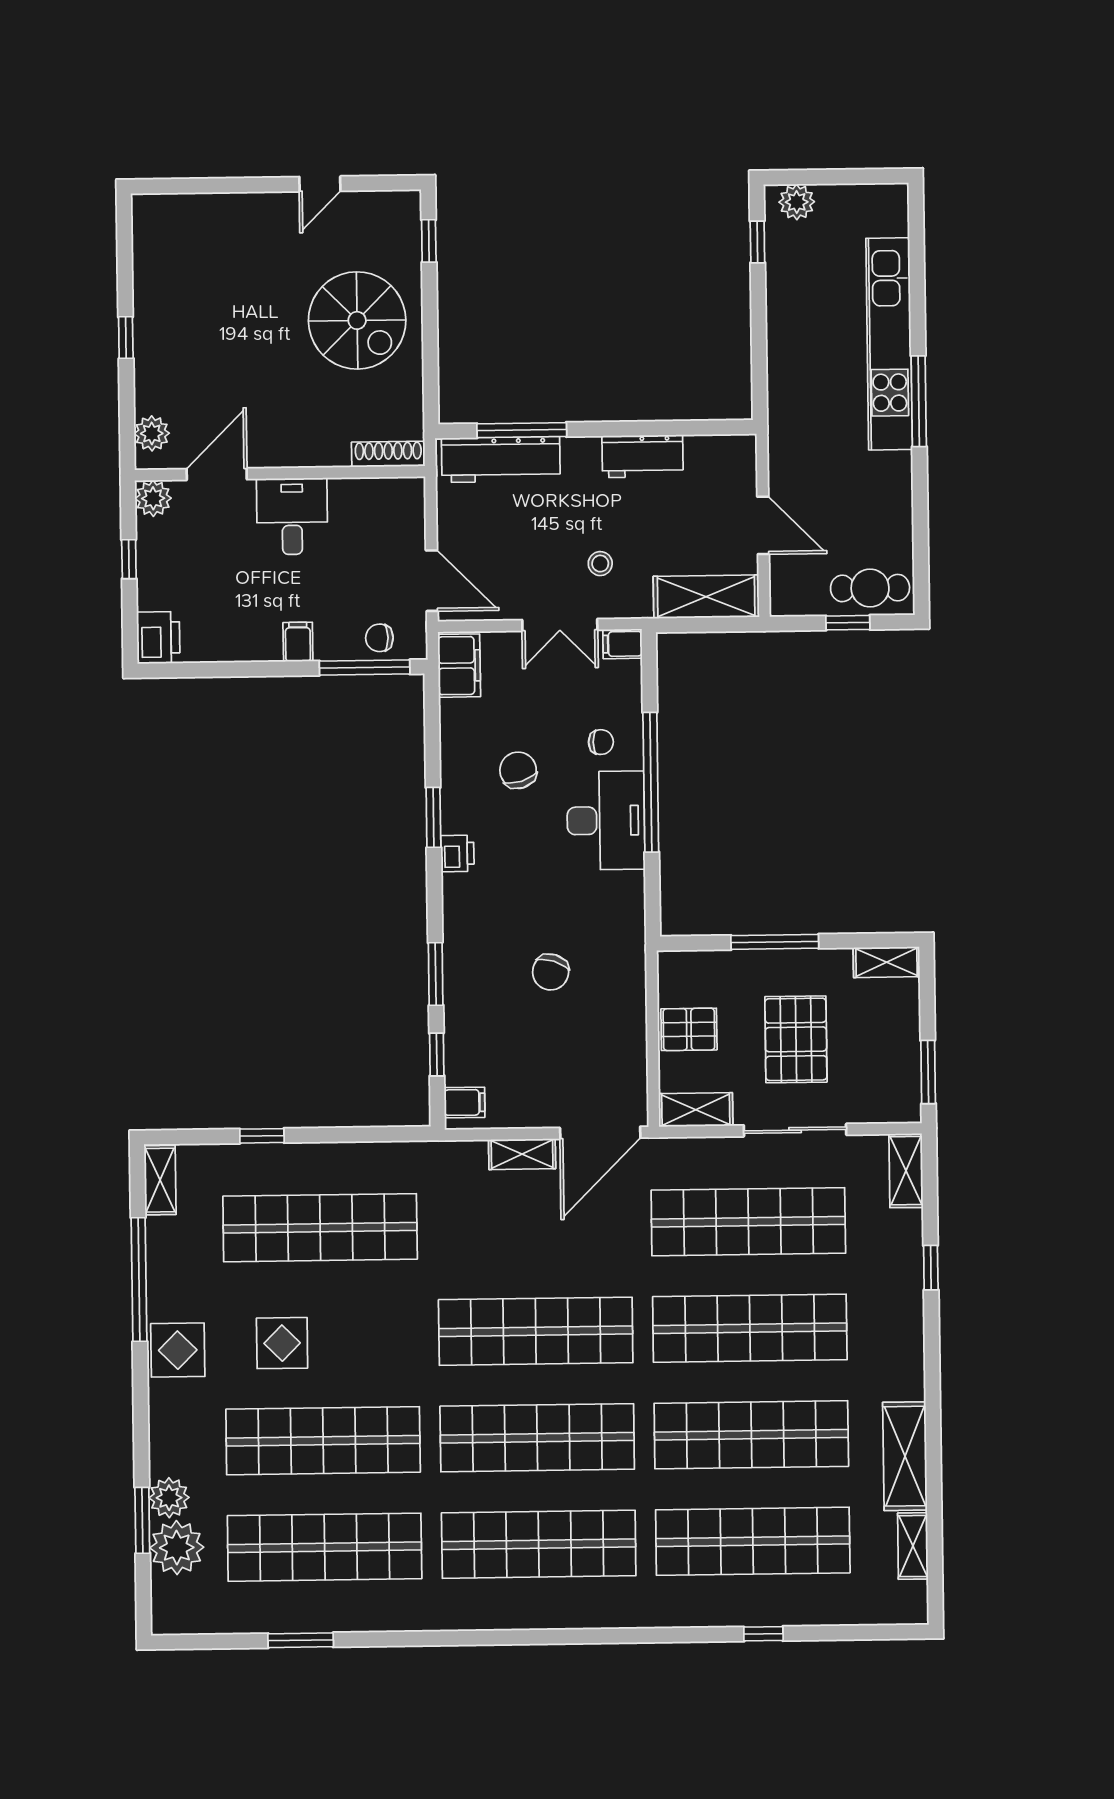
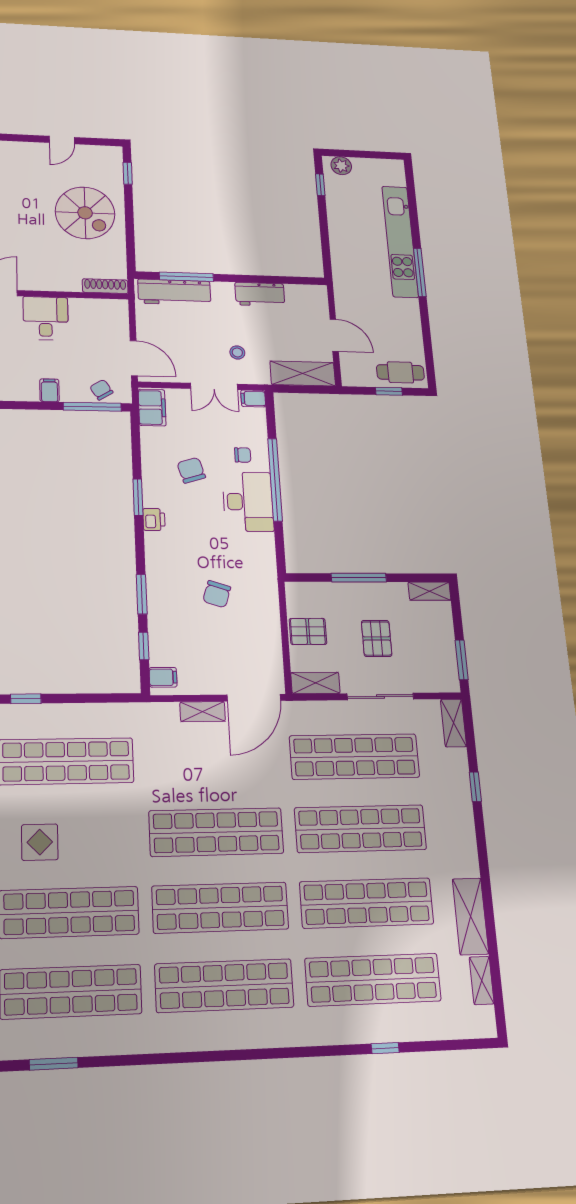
chair: (379, 638) -> (101, 390), turned 58
pallet: (796, 1039) -> (377, 638), width x0.67, depth x0.71

